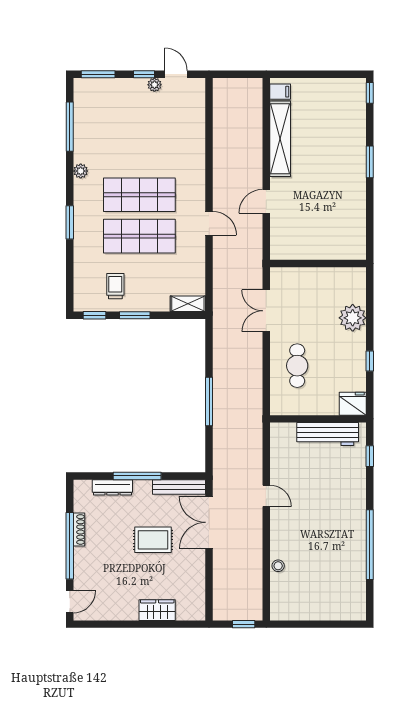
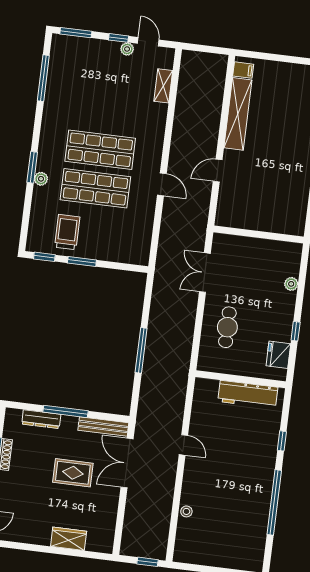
plant: (81, 171) -> (41, 179), moved
trolley: (115, 286) -> (67, 232), width x1.36, depth x1.39
shelving: (188, 304) -> (163, 86), moved, turned 90
plant: (353, 318) -> (291, 284), width x0.53, depth x0.53
fridge: (353, 404) -> (278, 355), moved, turned -90
window: (370, 456) -> (282, 441), moved

